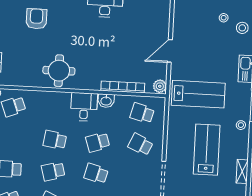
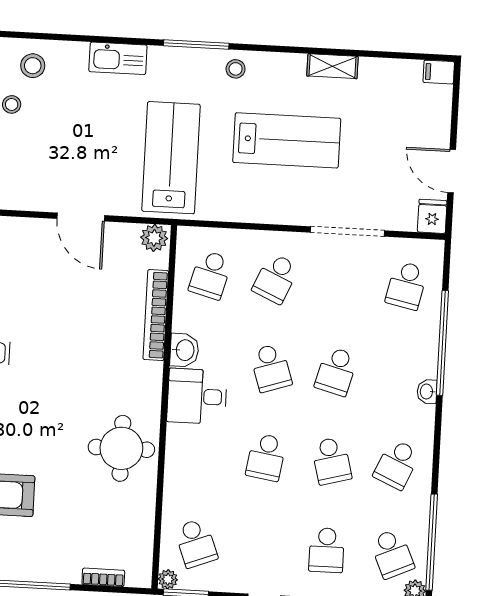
lab bench: (207, 150) -> (287, 140), turned 180

